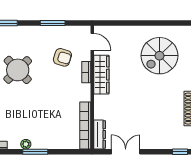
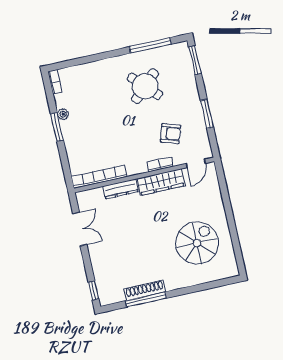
spiral stairs: (159, 56) -> (197, 243), turned 90
armchair: (62, 57) -> (171, 134), turned -89
dresser: (100, 134) -> (121, 189), moved

